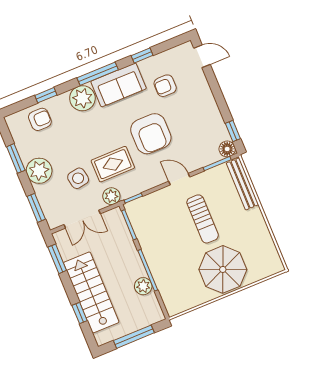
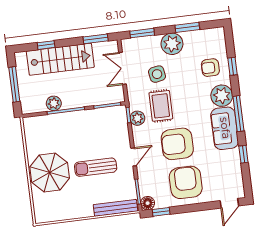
armchair: (165, 86) -> (186, 182), moved, width x1.88, depth x1.88
armchair: (40, 119) -> (210, 68), moved, turned 90
plant: (111, 196) -> (137, 118), moved

